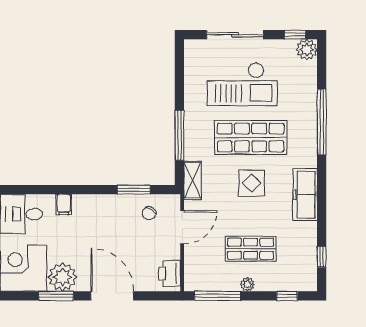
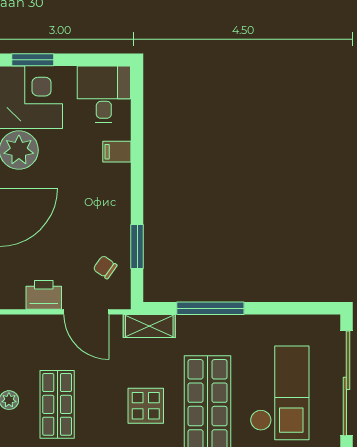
sliding door: (235, 35) -> (346, 383), width x1.36
checkout: (242, 84) -> (280, 393), turned 180
printer: (170, 273) -> (44, 295), moved

